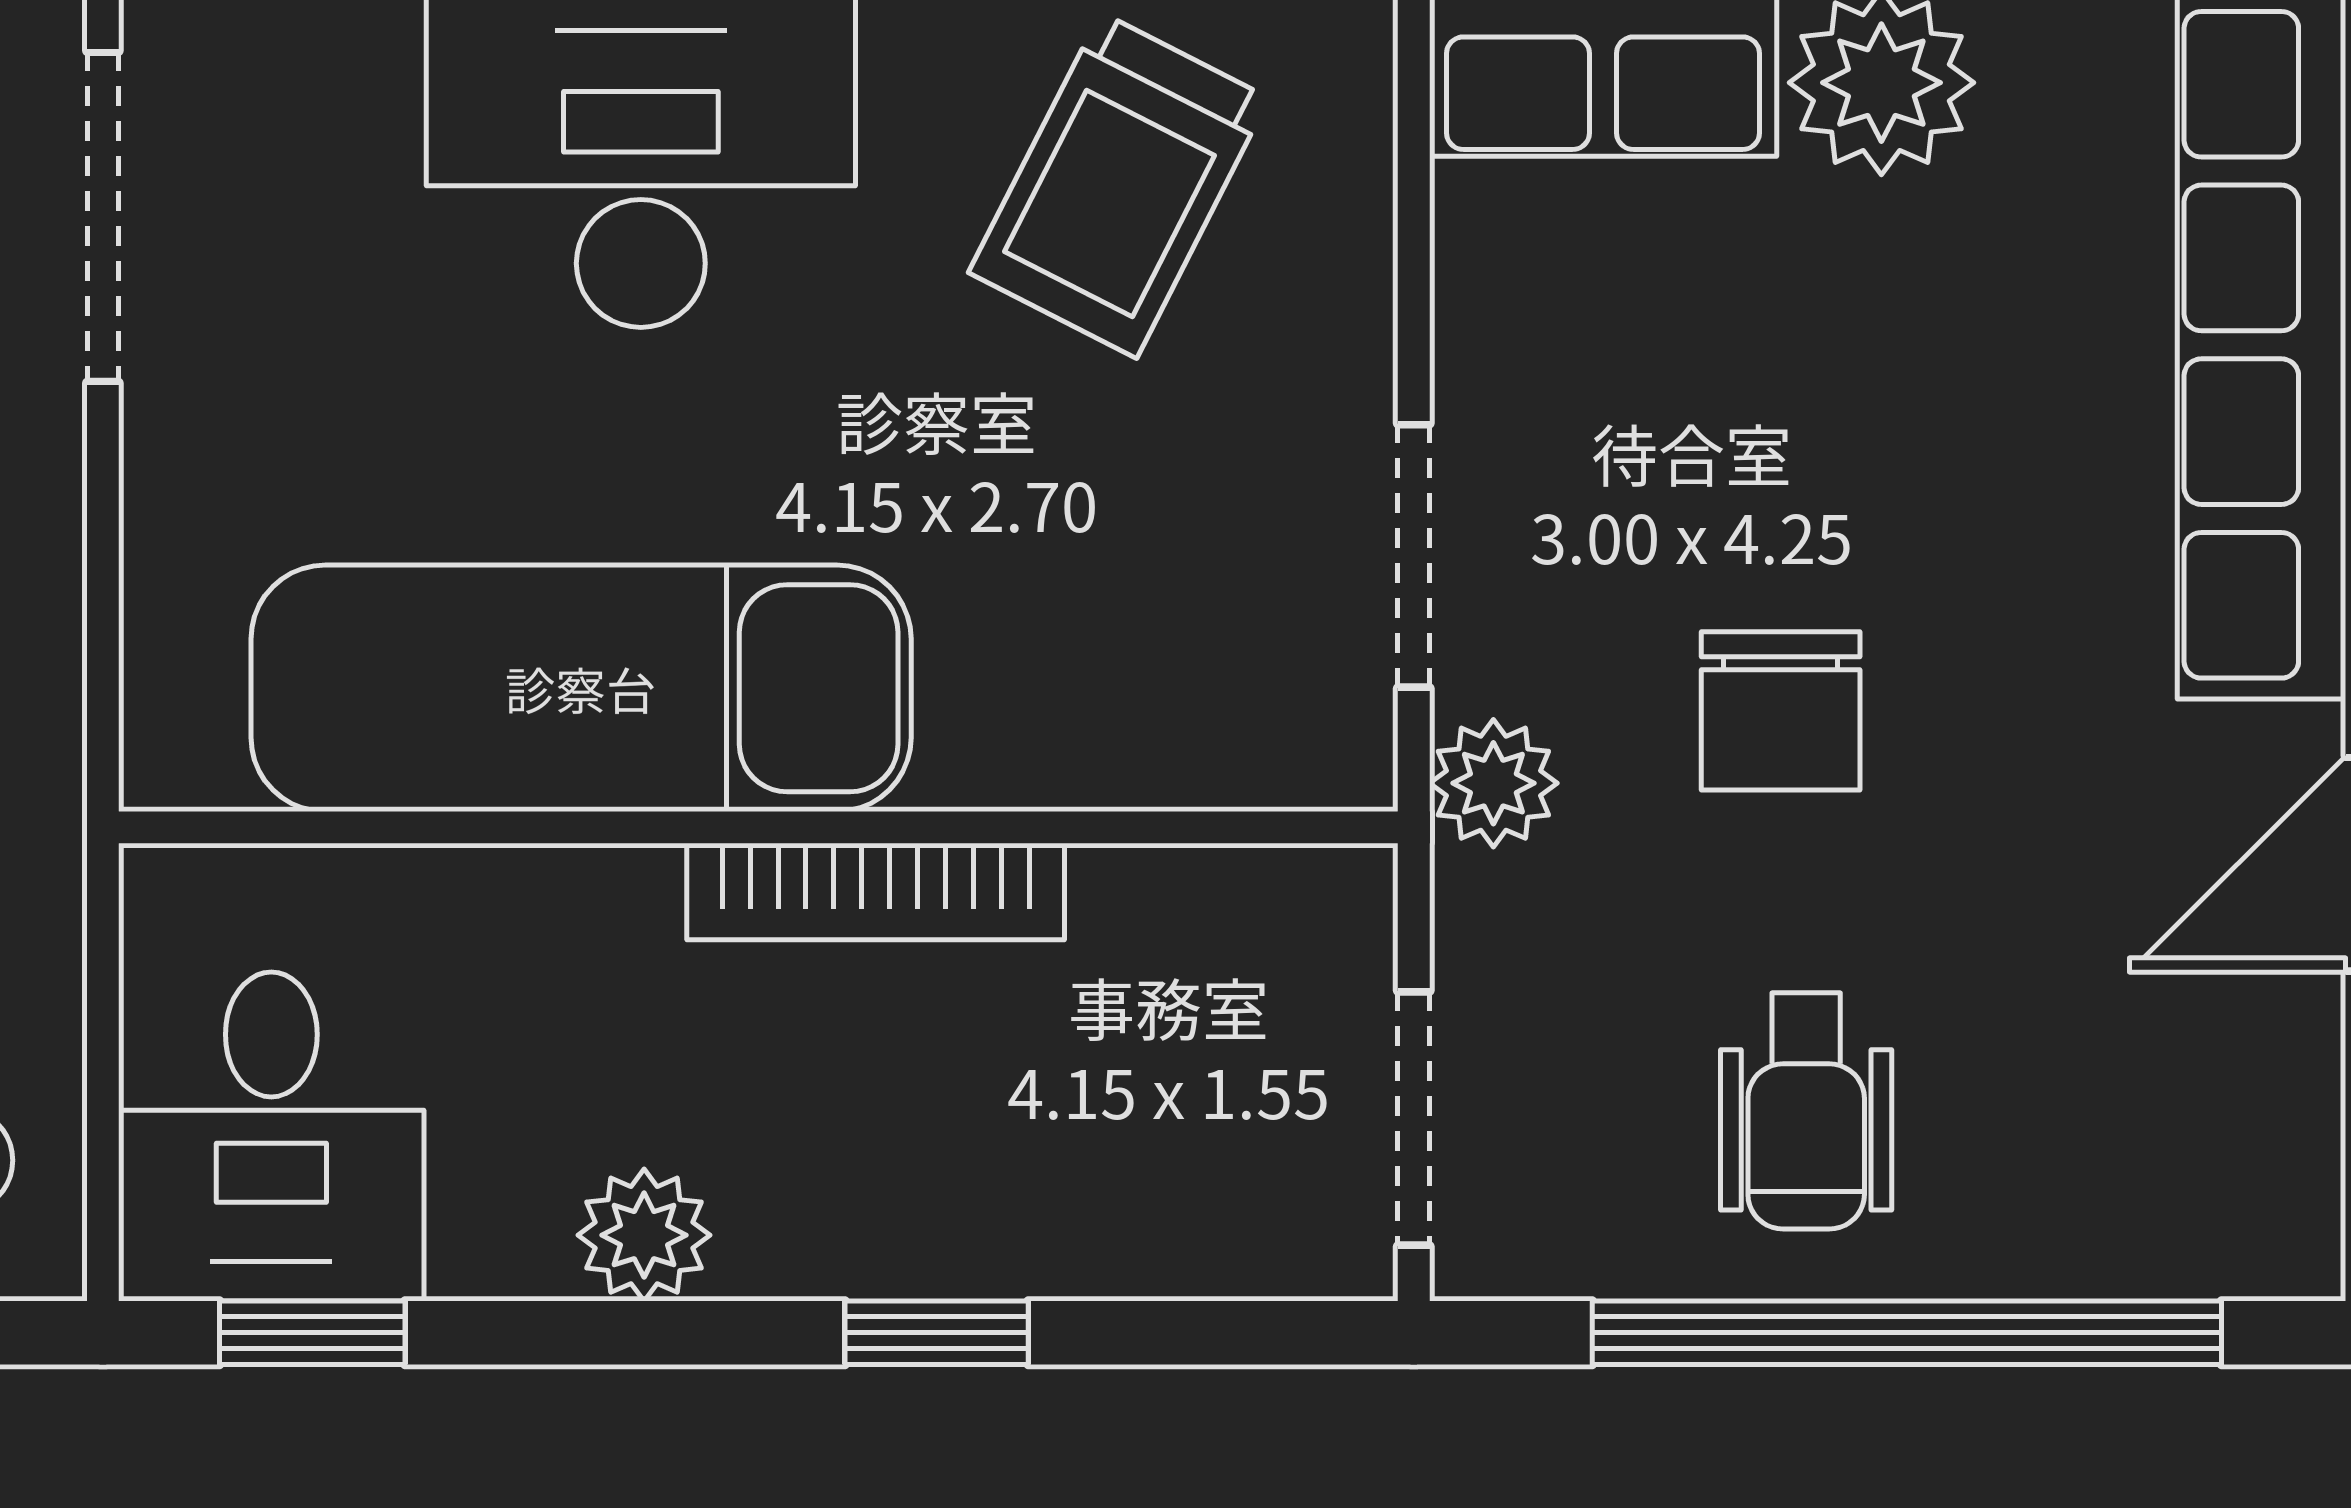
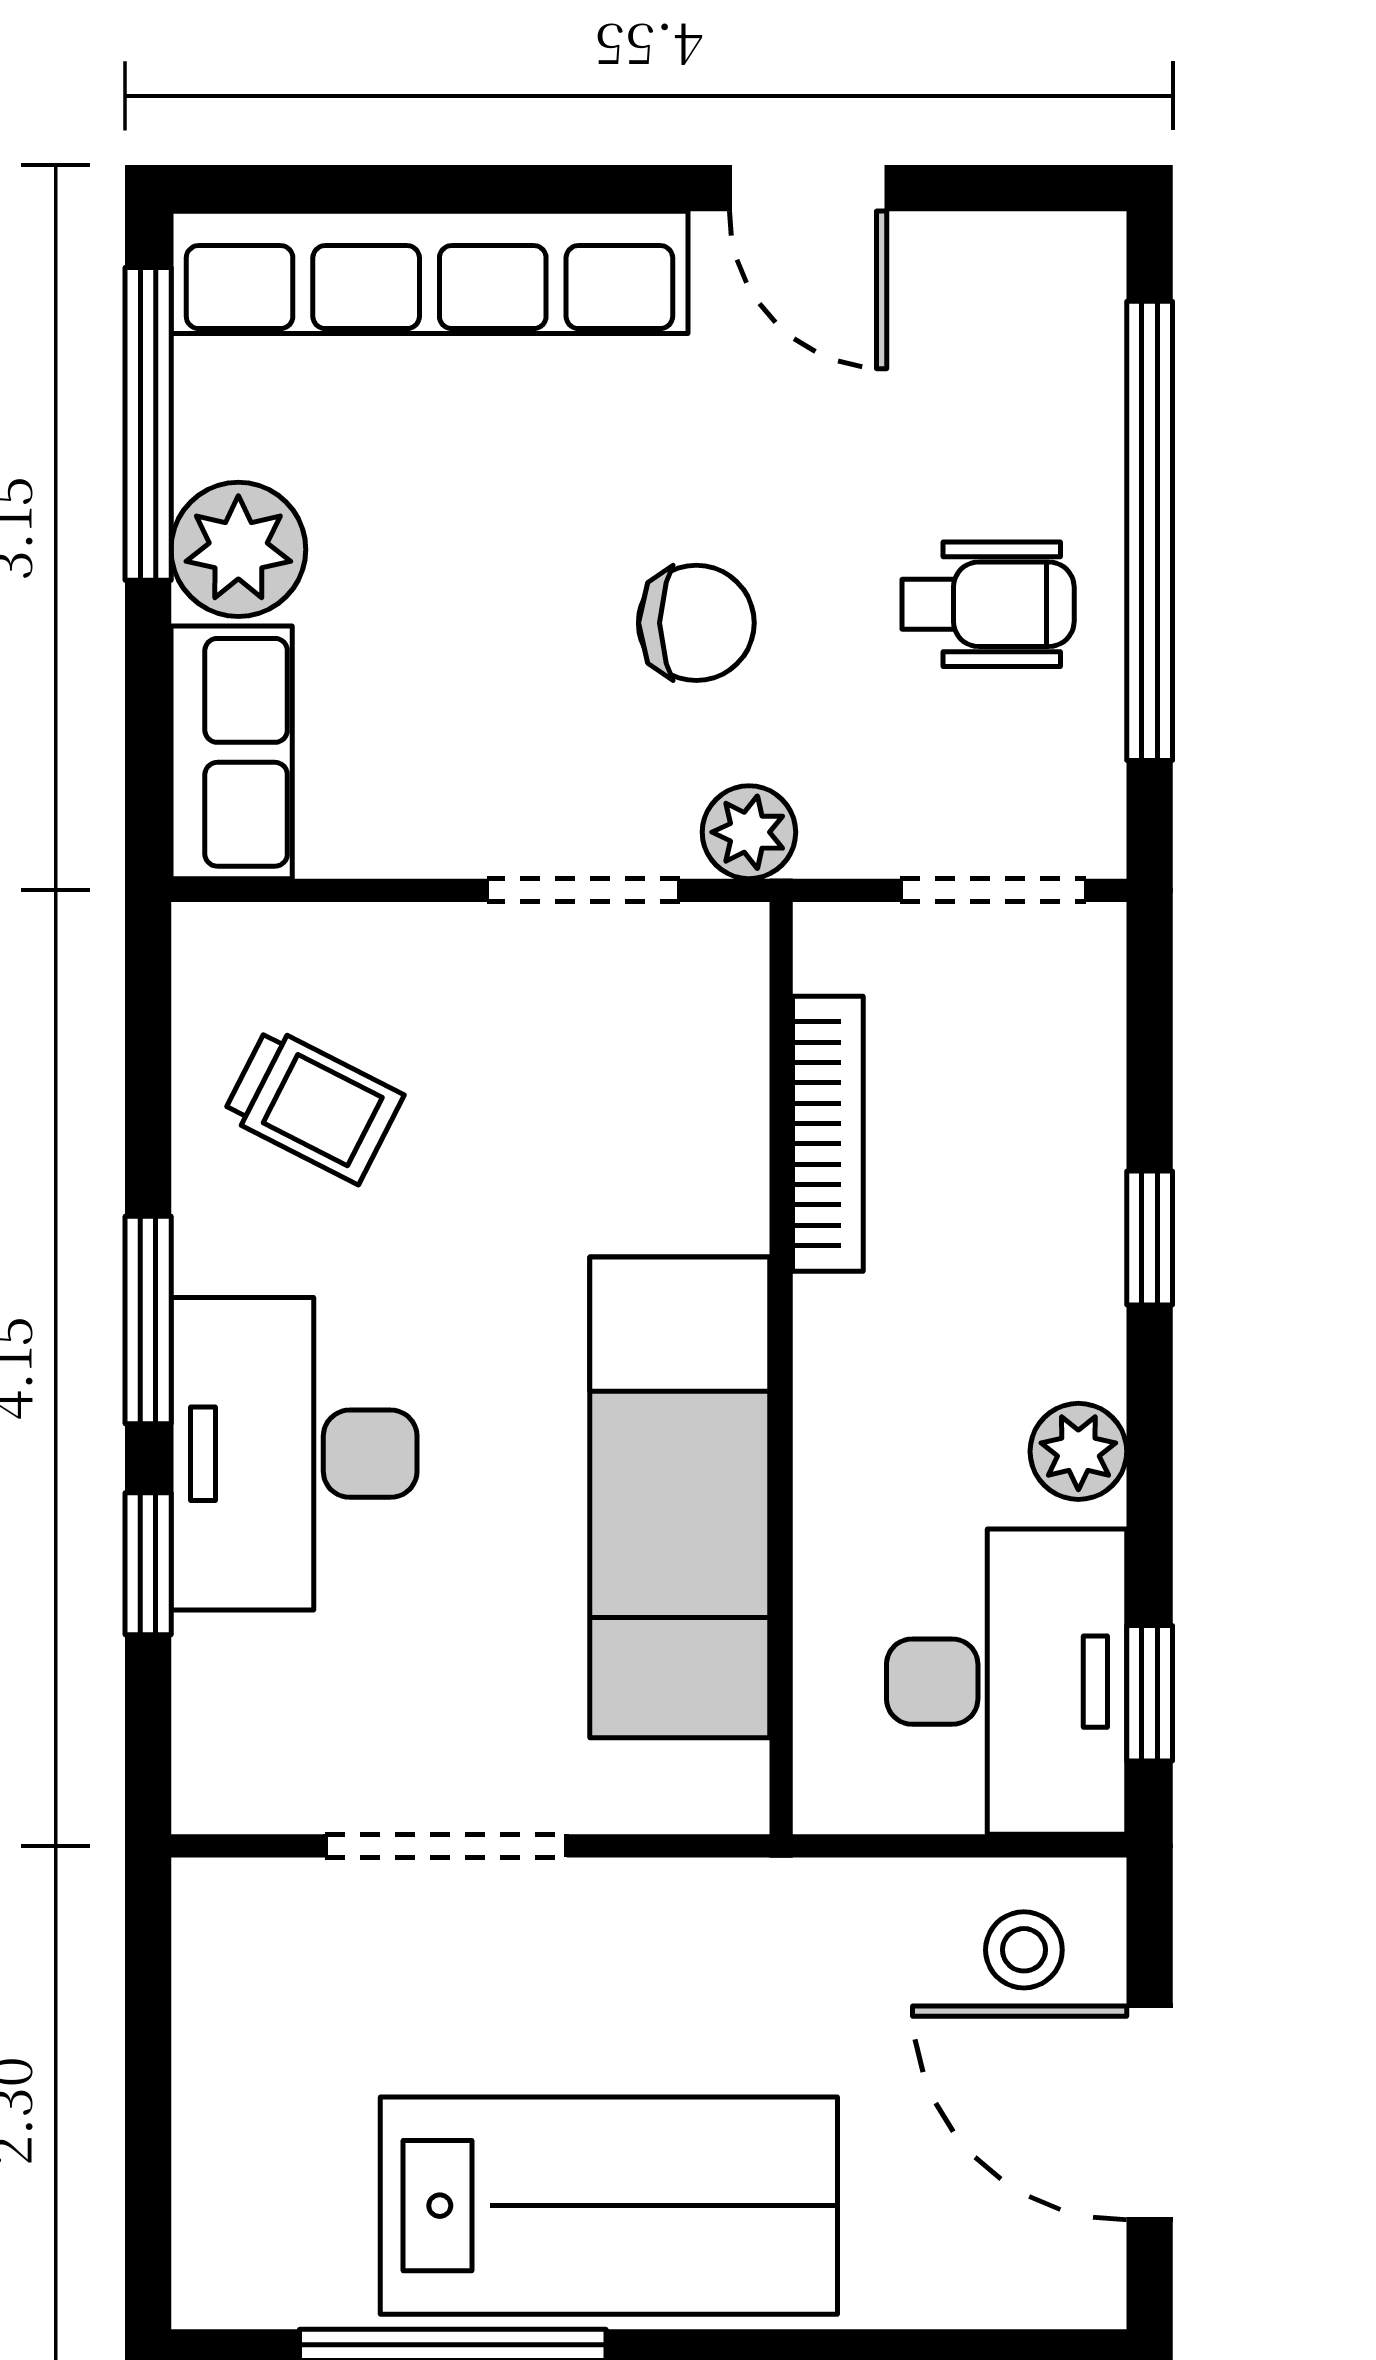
trolley: (1119, 185) -> (313, 1105), width x0.73, depth x0.72
doorway: (103, 217) -> (446, 1846), moved
bookcase: (876, 891) -> (828, 1134), moved
desk: (271, 1137) -> (1007, 1682), width x1.37

